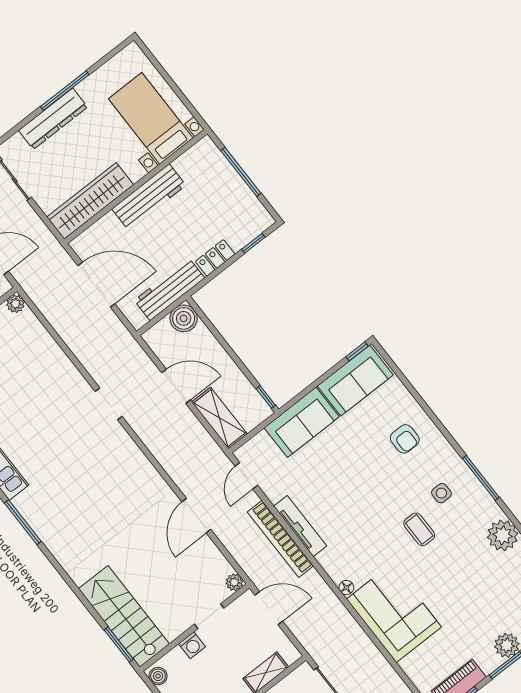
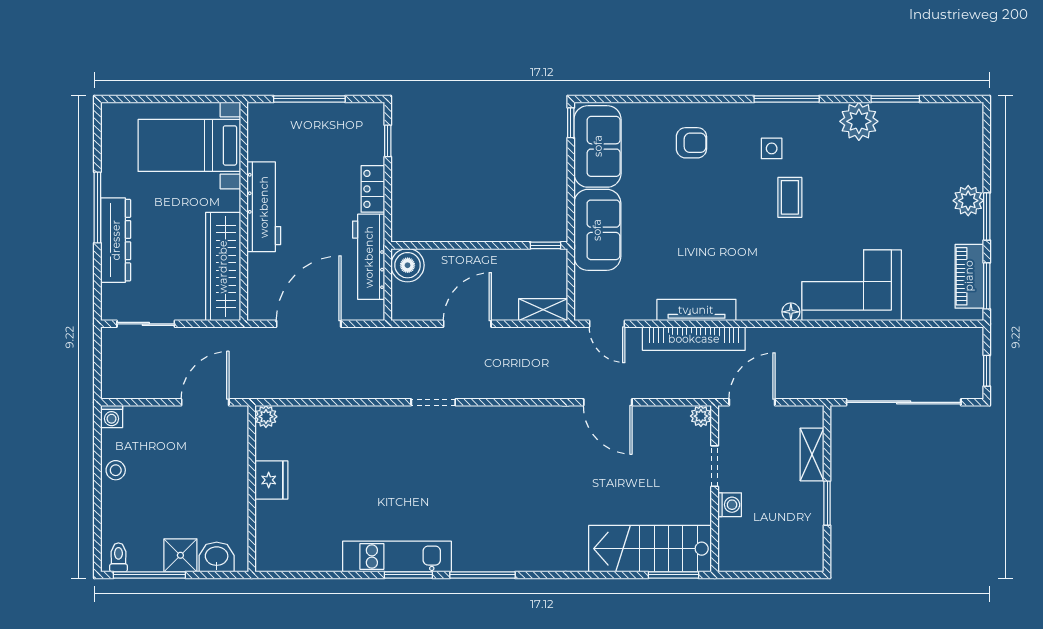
shelving: (219, 418) -> (543, 310), width x0.67, depth x0.75
coffee table: (419, 529) -> (790, 197), turned 90
boiler: (158, 676) -> (734, 561), removed

